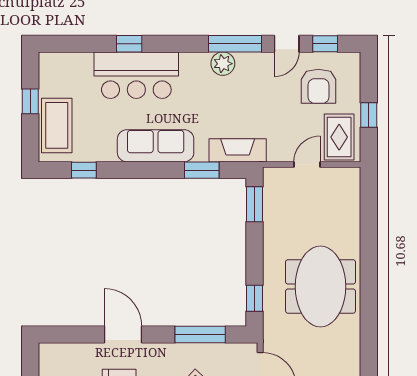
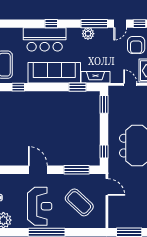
window: (129, 44) -> (51, 24), moved
sofa: (156, 146) -> (54, 73), width x1.36, depth x1.27
door: (307, 164) -> (130, 84), hinge flipped

